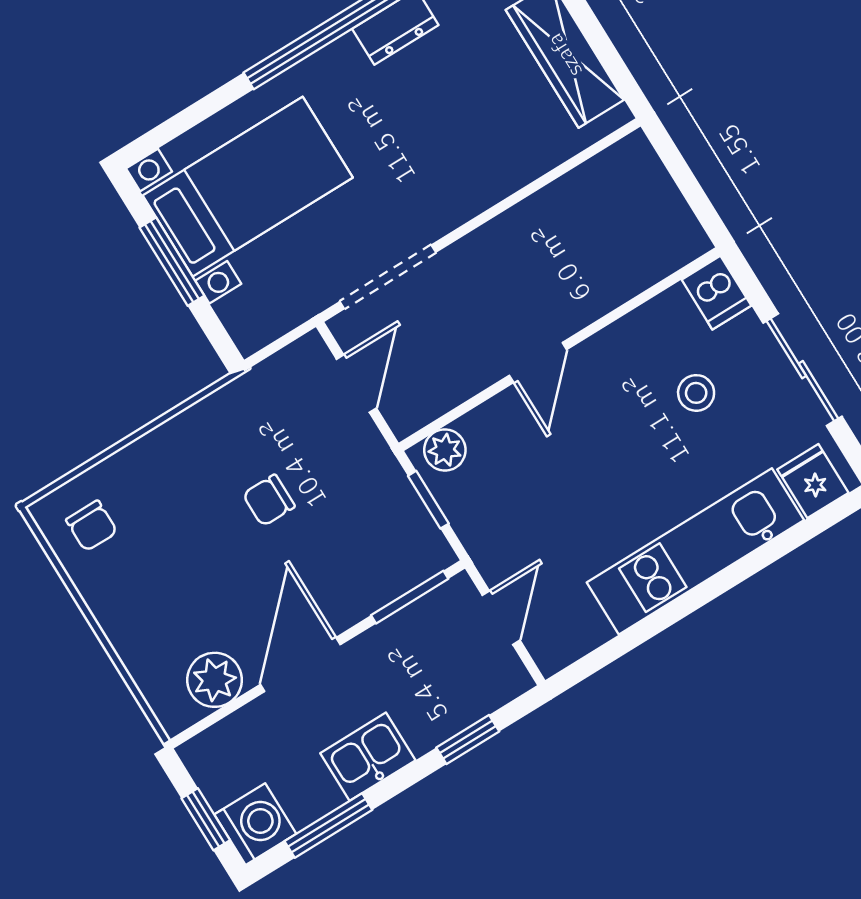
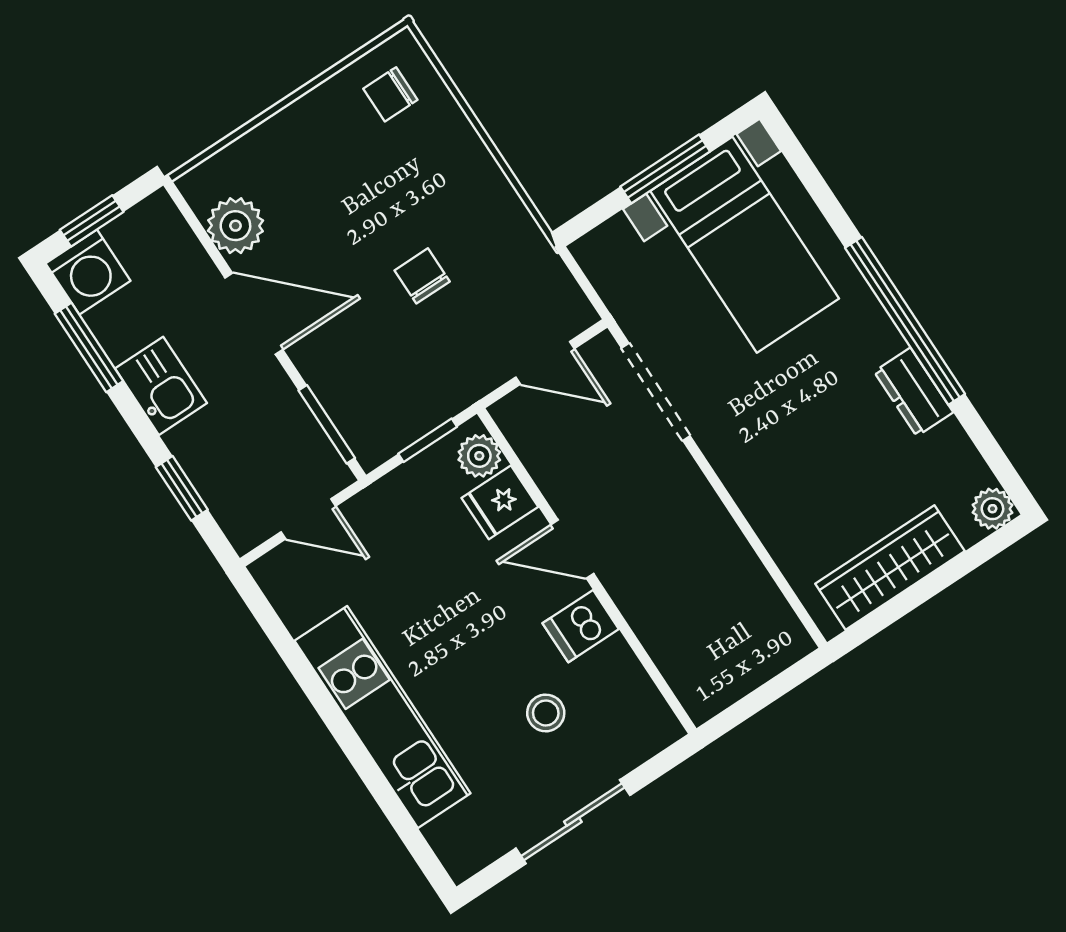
dishwasher: (716, 293) -> (581, 626), moved
fridge: (813, 481) -> (500, 502), moved, turned 180

